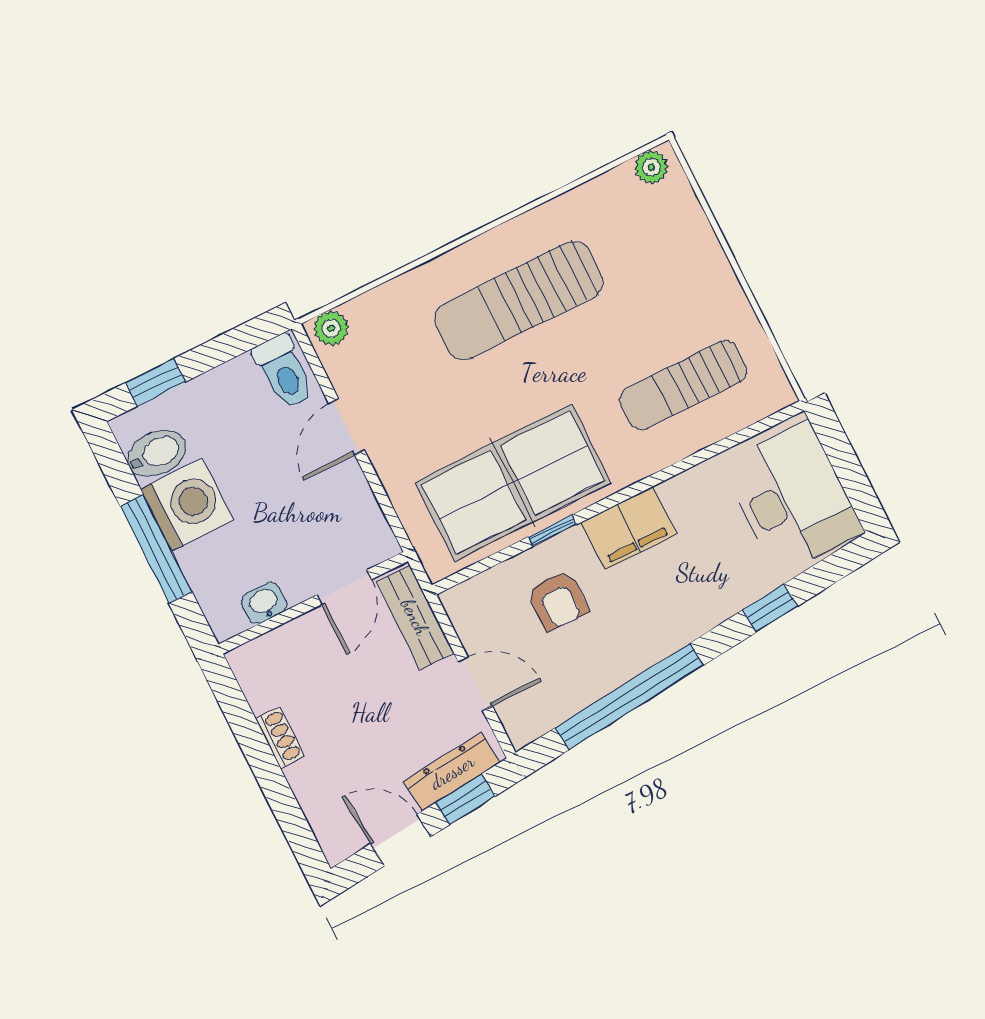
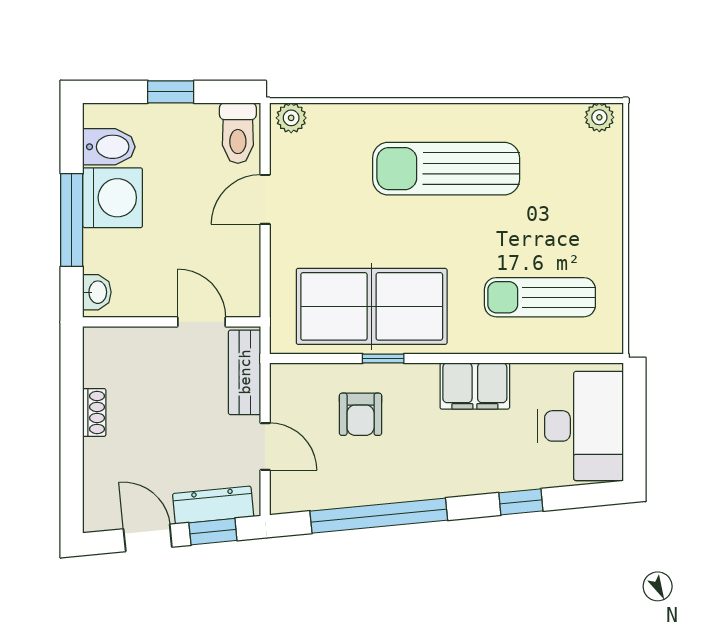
window: (155, 382) -> (171, 92), moved
filing cabinet: (629, 528) -> (475, 386), moved
door: (344, 587) -> (202, 322), swing flipped
washbasin: (264, 603) -> (97, 292), moved, turned 90

